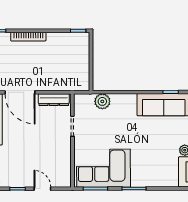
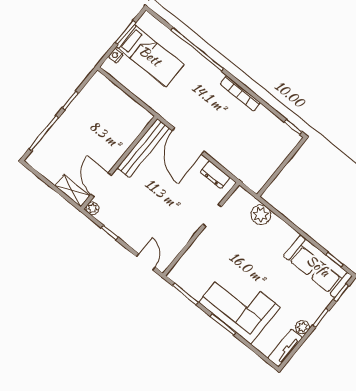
dresser: (54, 100) -> (215, 175), width x0.70
corner sofa: (103, 168) -> (239, 305), moved
door: (42, 189) -> (146, 262), moved

